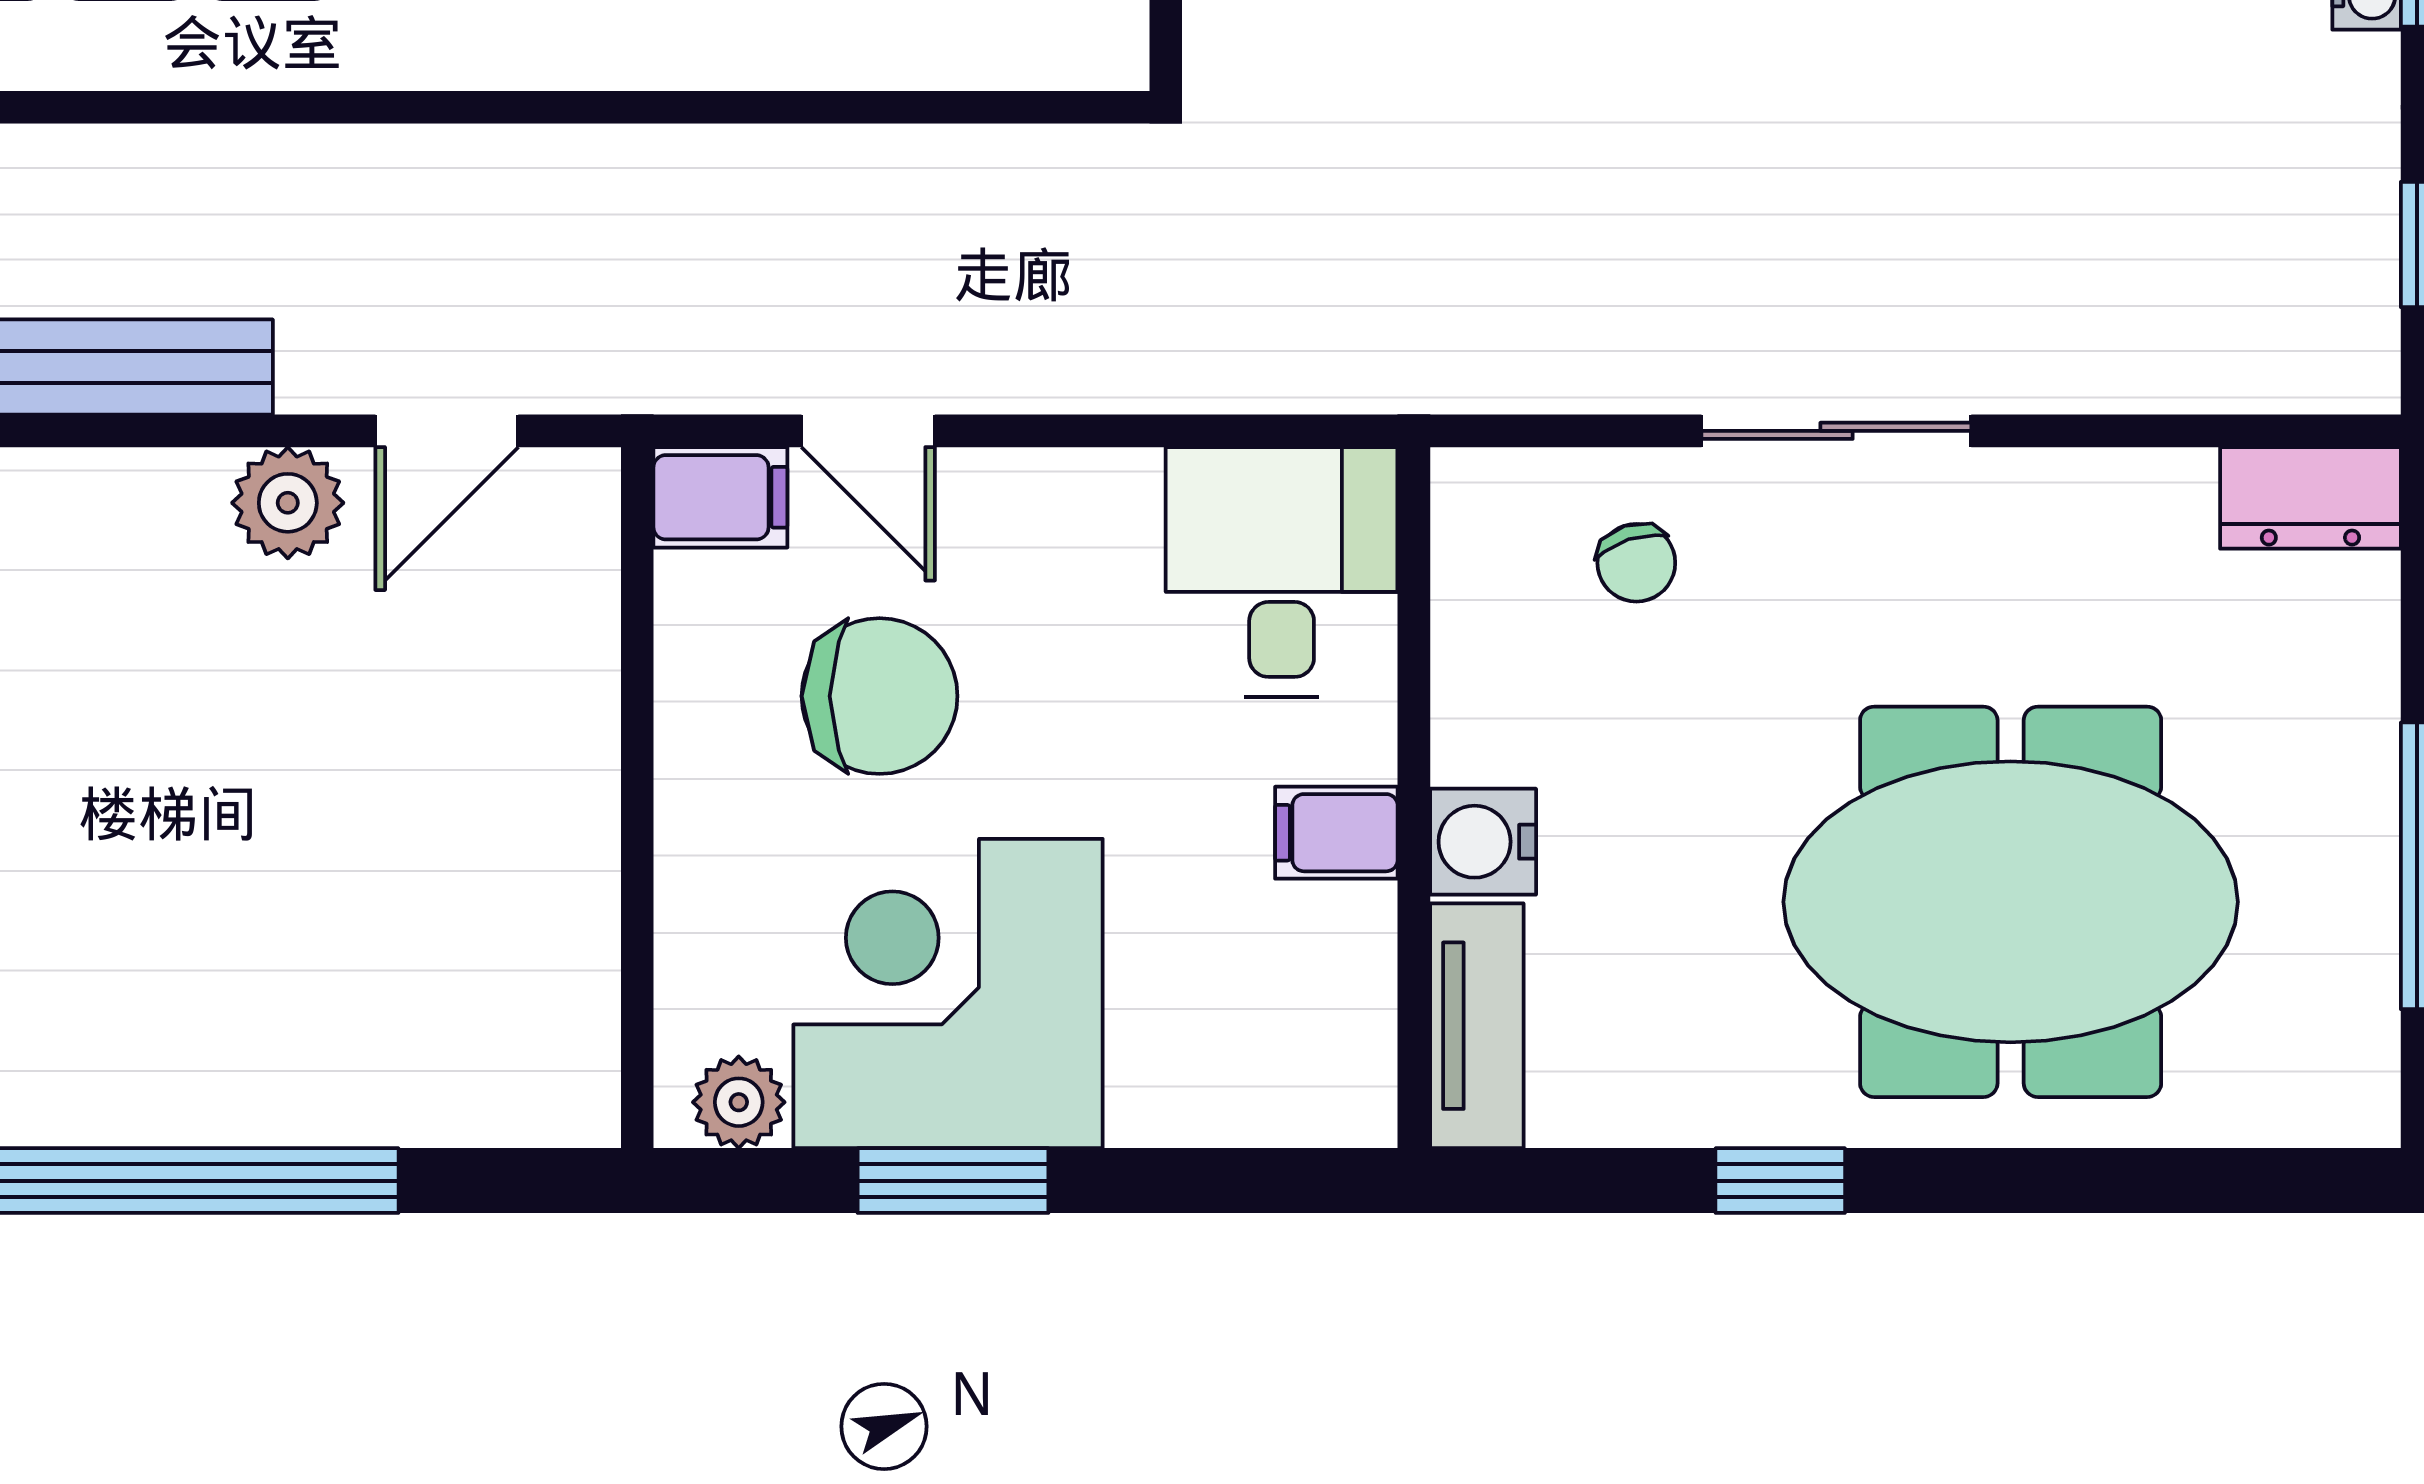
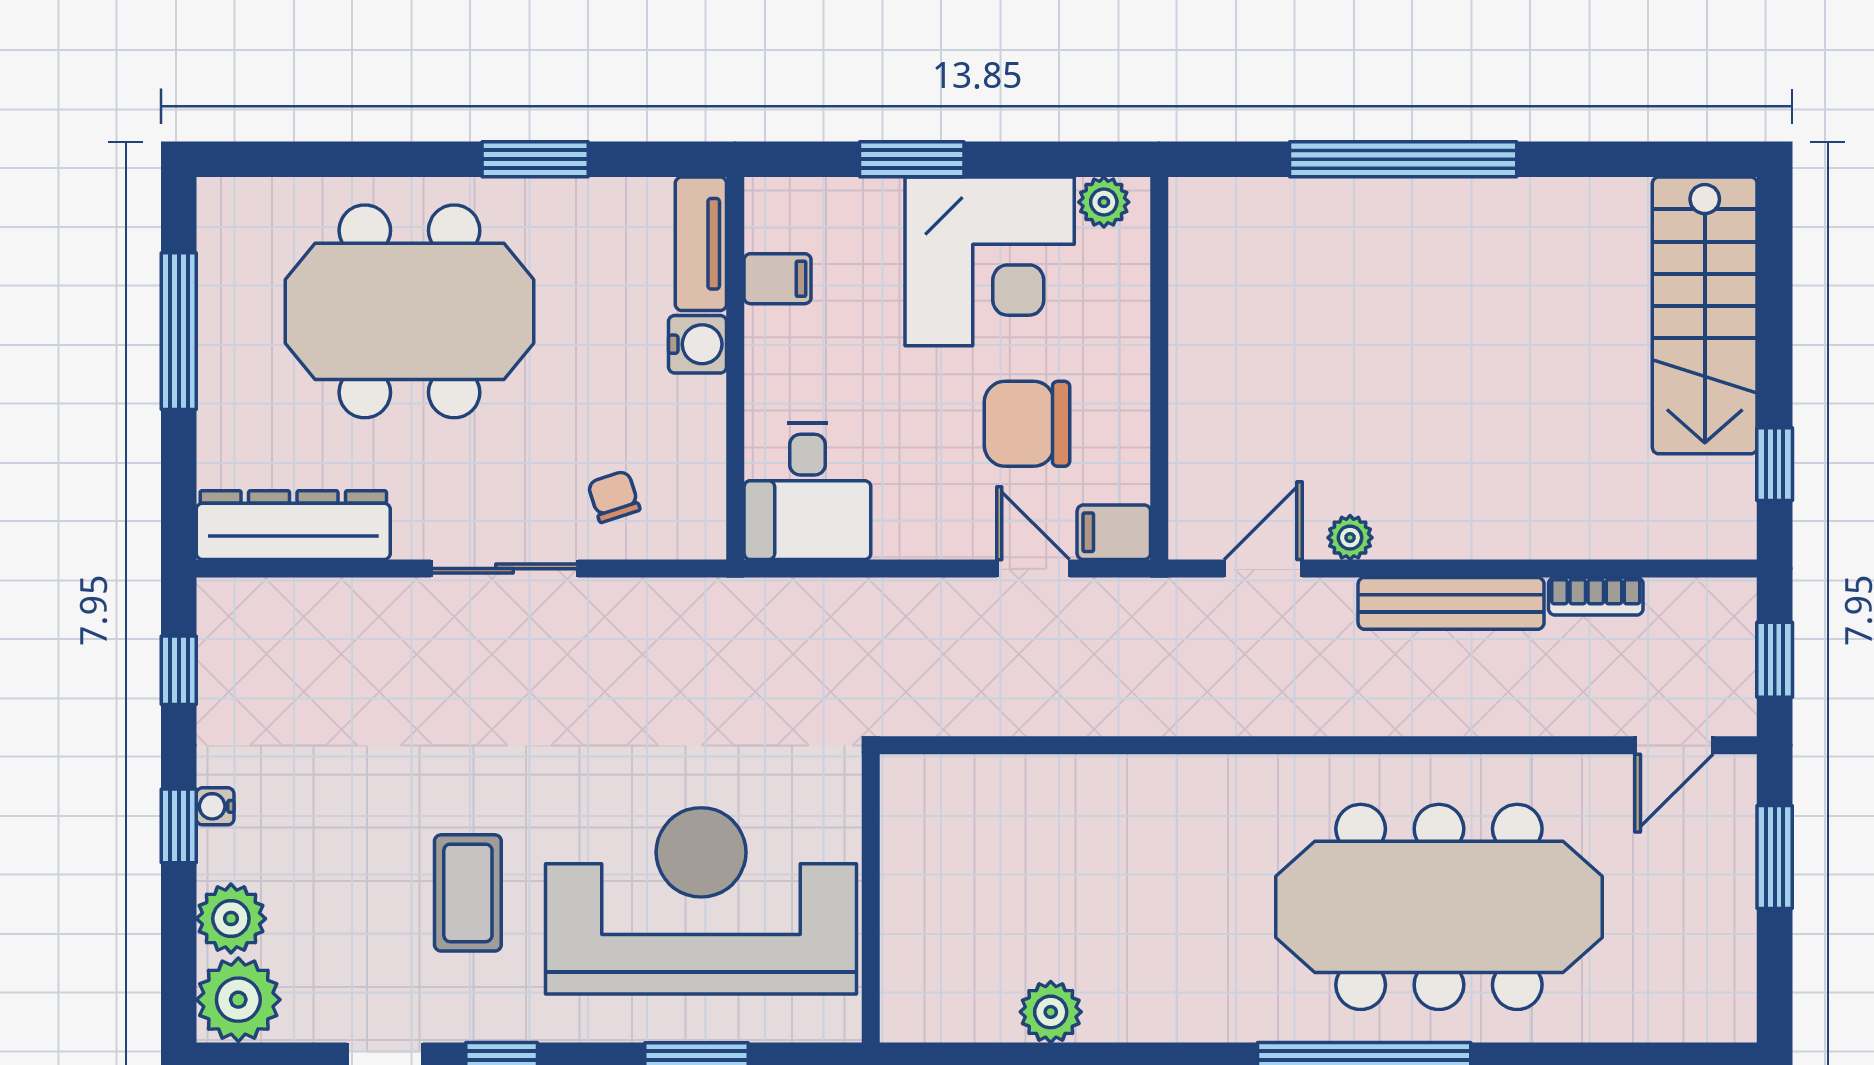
dresser: (2310, 498) -> (293, 525), width x1.96, depth x1.24
plant: (288, 503) -> (1350, 538), width x0.73, depth x0.73
filing cabinet: (1336, 833) -> (778, 279), moved
window: (953, 1181) -> (912, 159), moved
window: (1780, 1181) -> (535, 159), width x1.50

